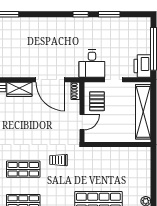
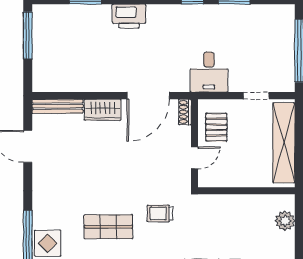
printer: (142, 66) -> (129, 16), moved, turned -90
door: (50, 80) -> (148, 96), hinge flipped
doorway: (114, 80) -> (256, 96), moved
plant: (144, 165) -> (285, 221), added

